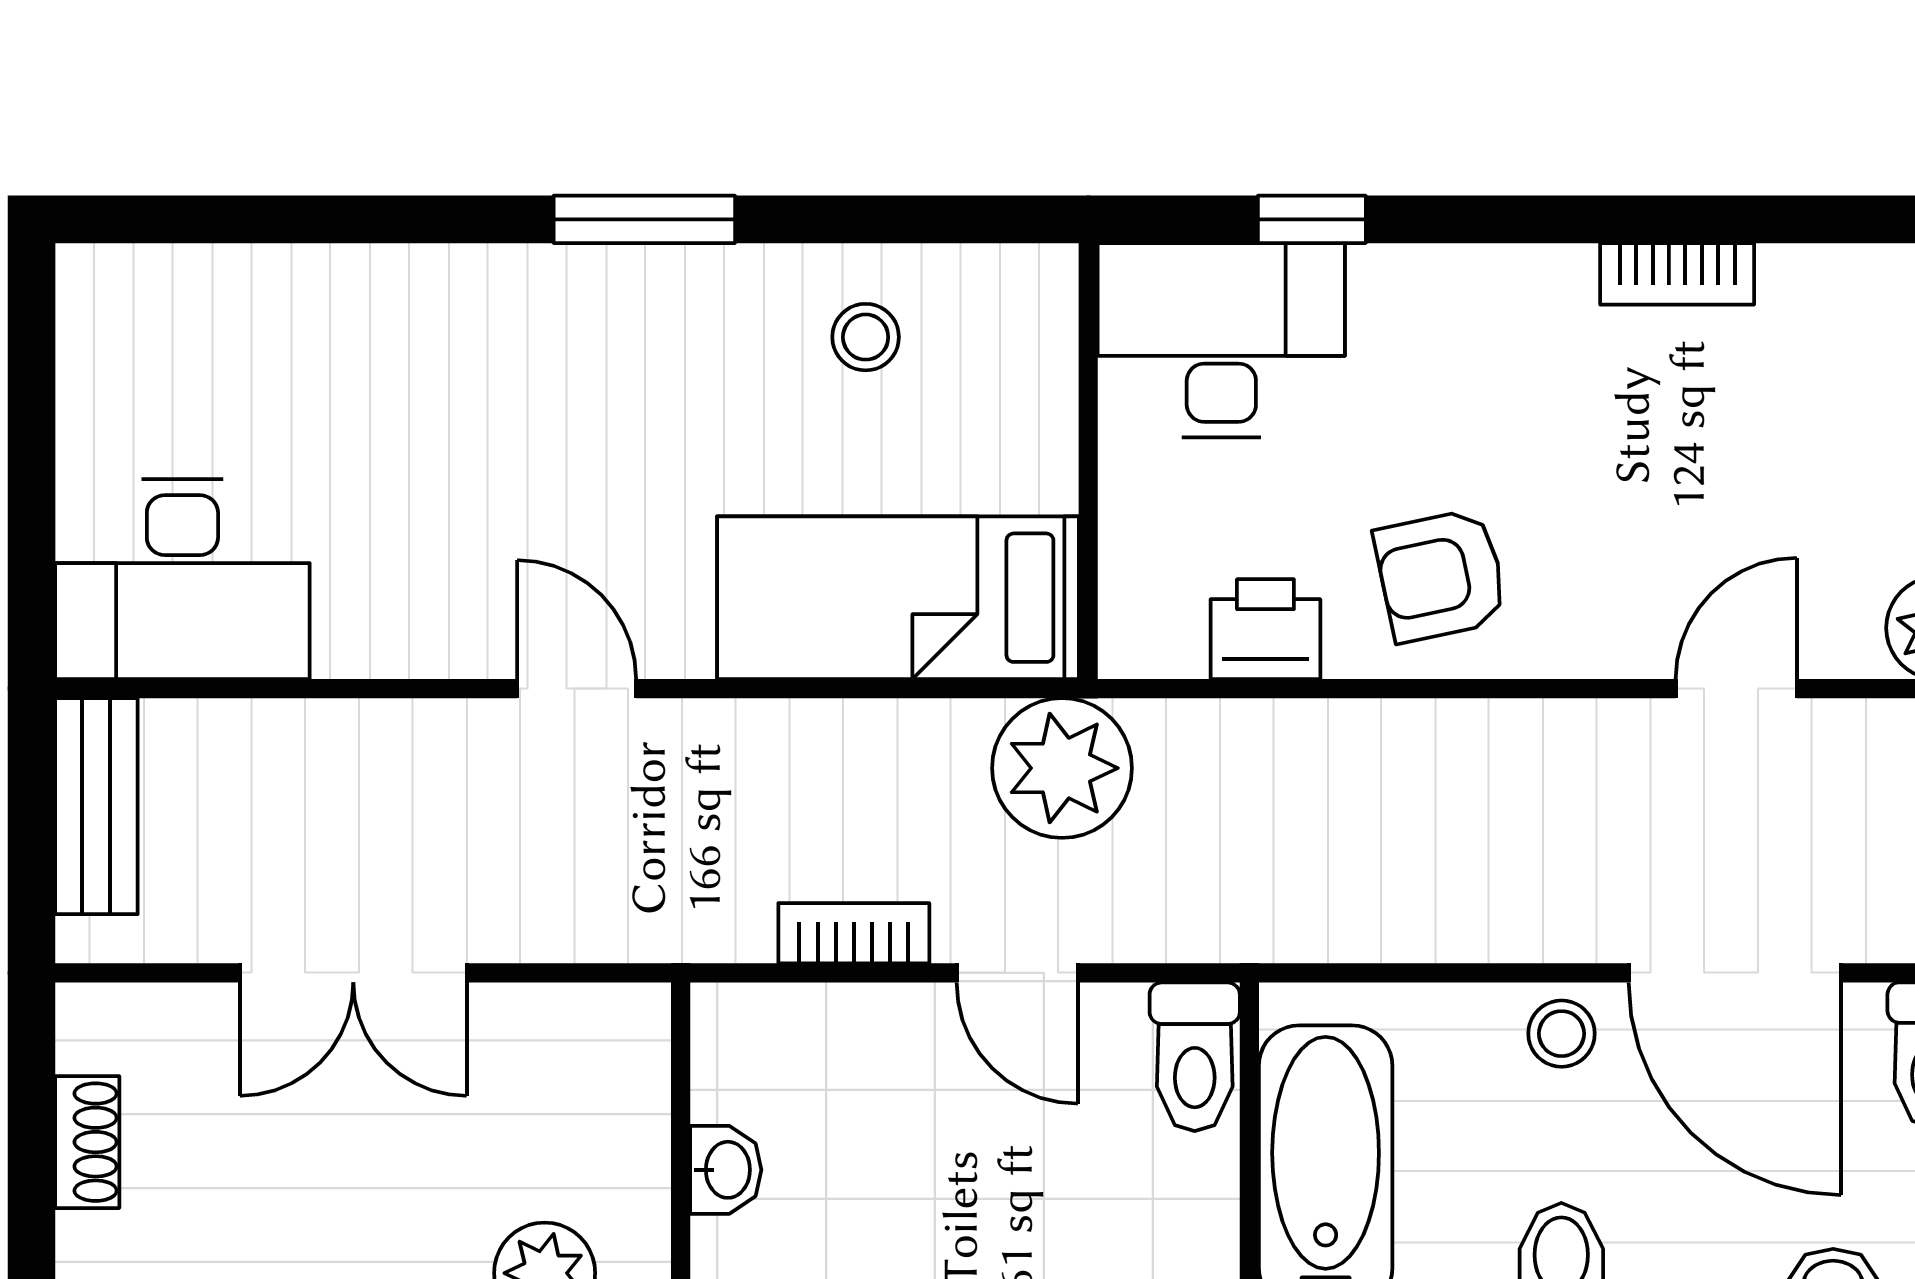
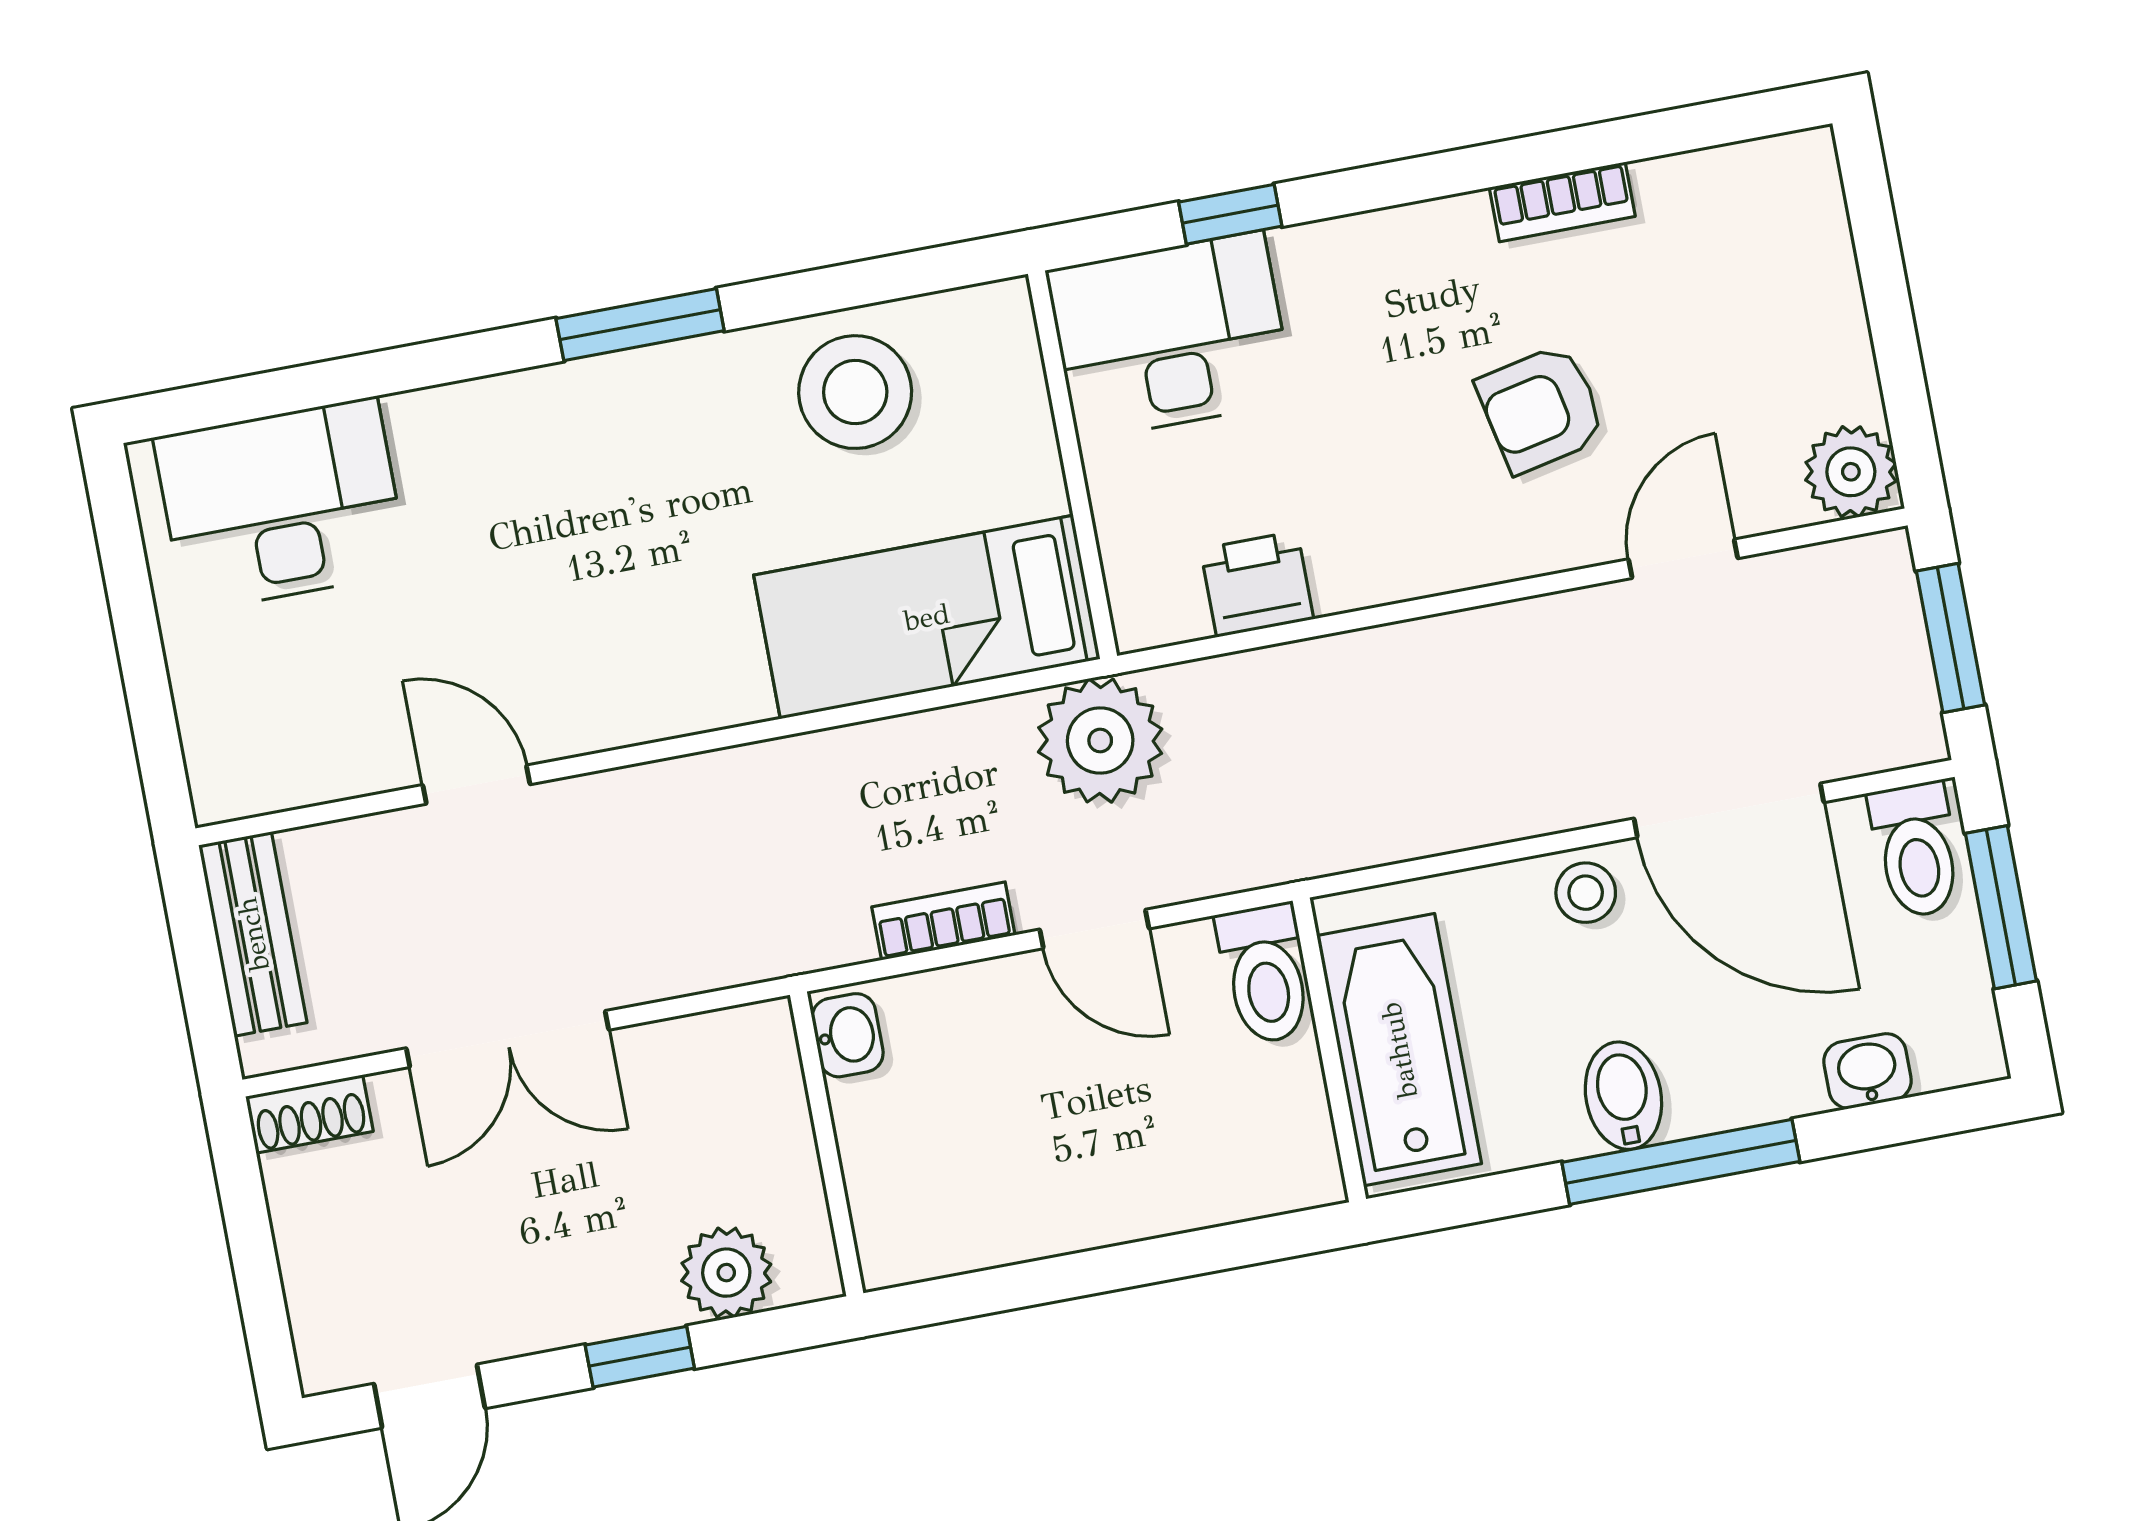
stool: (866, 337) -> (855, 392), width x1.89, depth x1.89
armchair: (1441, 575) -> (1541, 409), moved
desk: (182, 579) -> (281, 505), moved, turned 180
door: (577, 689) -> (476, 785), moved
shoe rack: (87, 1142) -> (310, 1114), moved, turned 90
washbasin: (726, 1170) -> (848, 1035), moved

